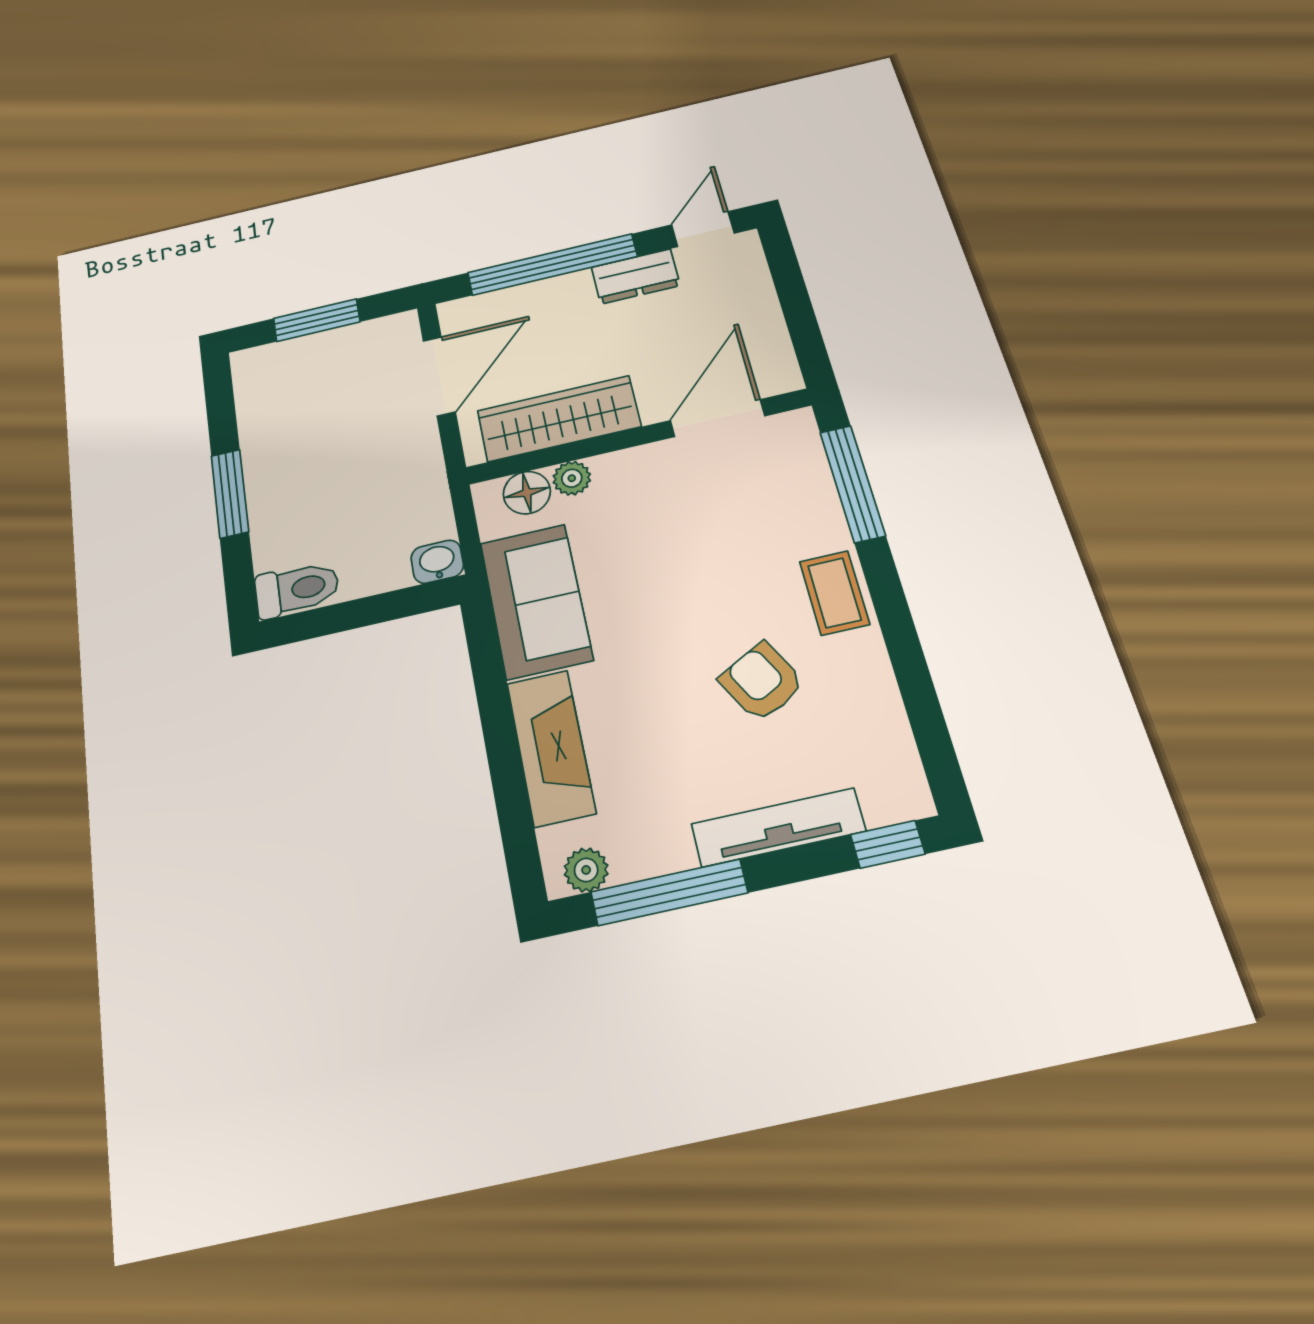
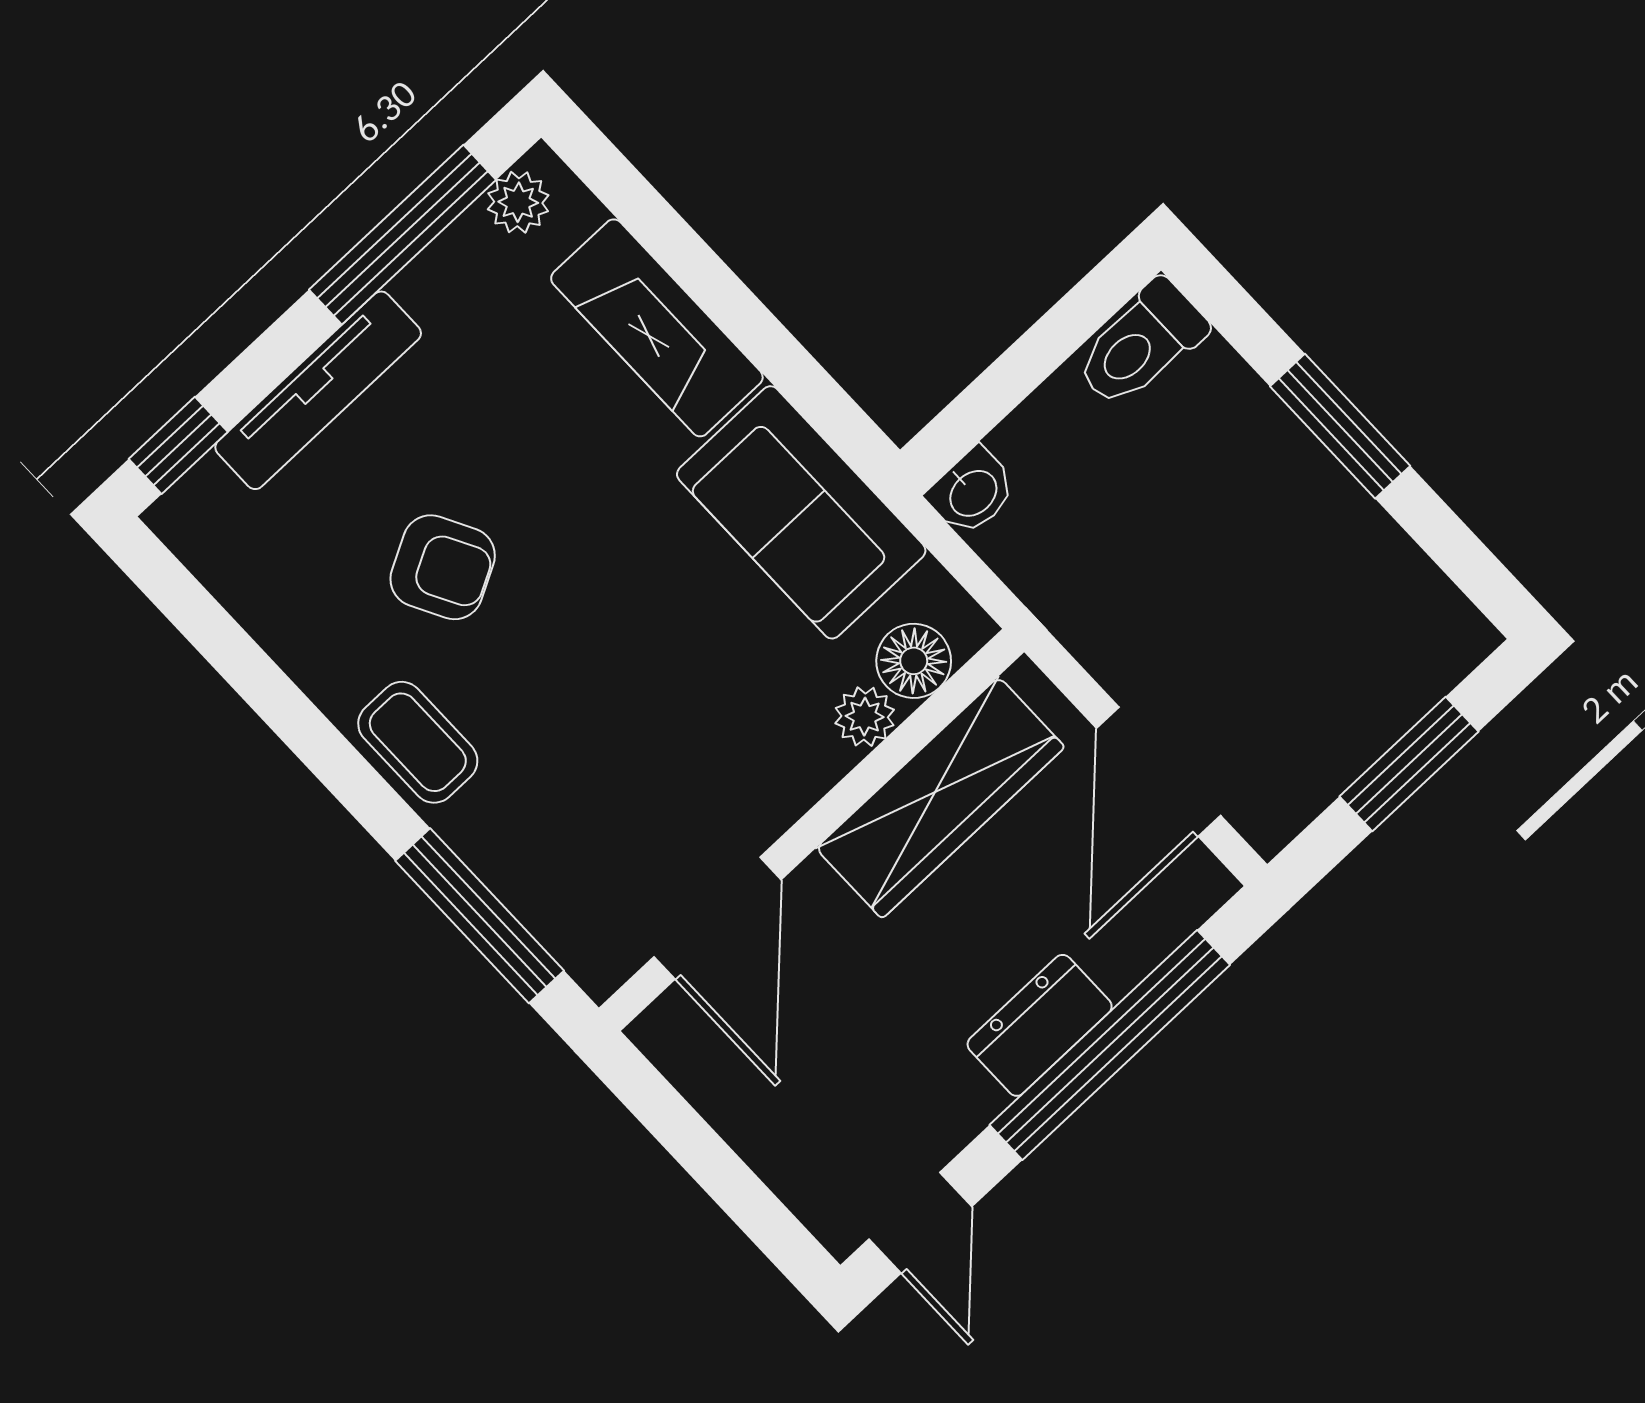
dresser: (636, 276) -> (1040, 1025), moved

